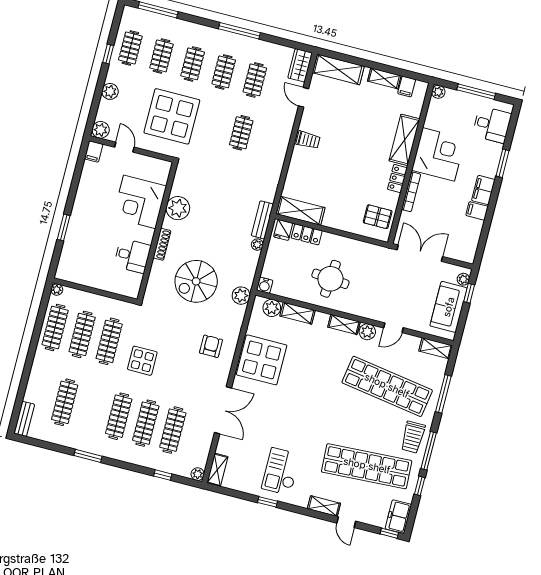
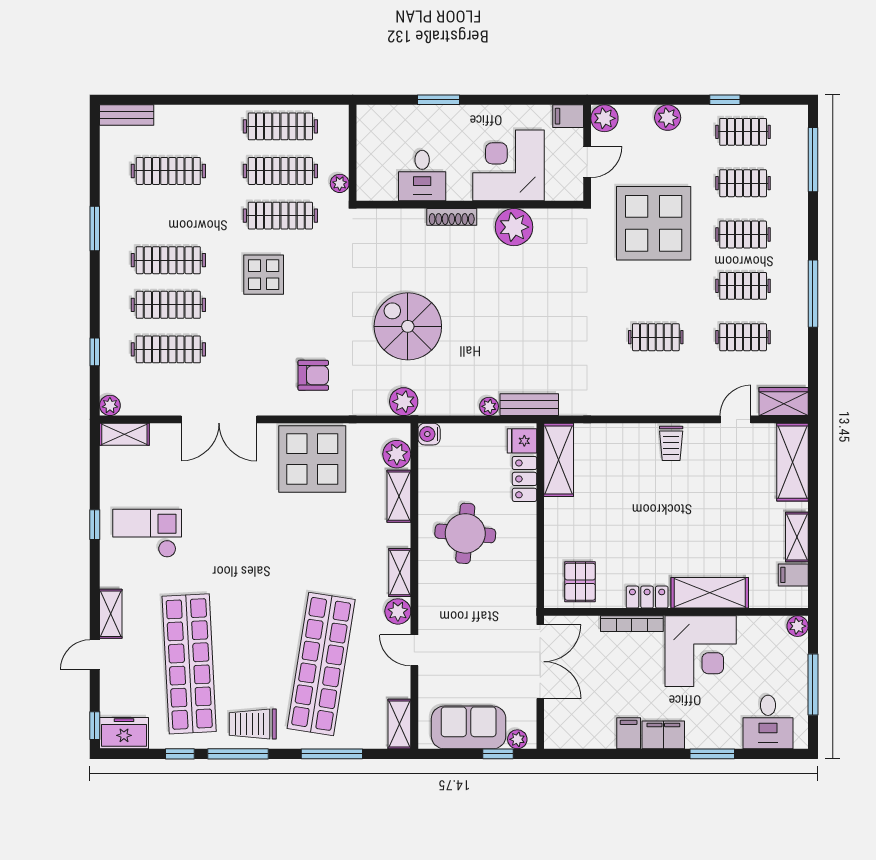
corner desk: (140, 202) -> (508, 165), moved
plant: (178, 208) -> (514, 227), moved
wall: (157, 231) -> (470, 205), moved
shoe rack: (162, 244) -> (452, 217), moved
desk: (132, 256) -> (422, 176), moved
plant: (57, 290) -> (340, 183), moved

